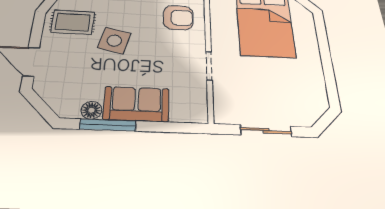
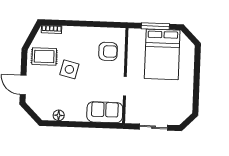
sofa: (136, 104) -> (105, 112), moved
window: (108, 125) -> (68, 124), removed

